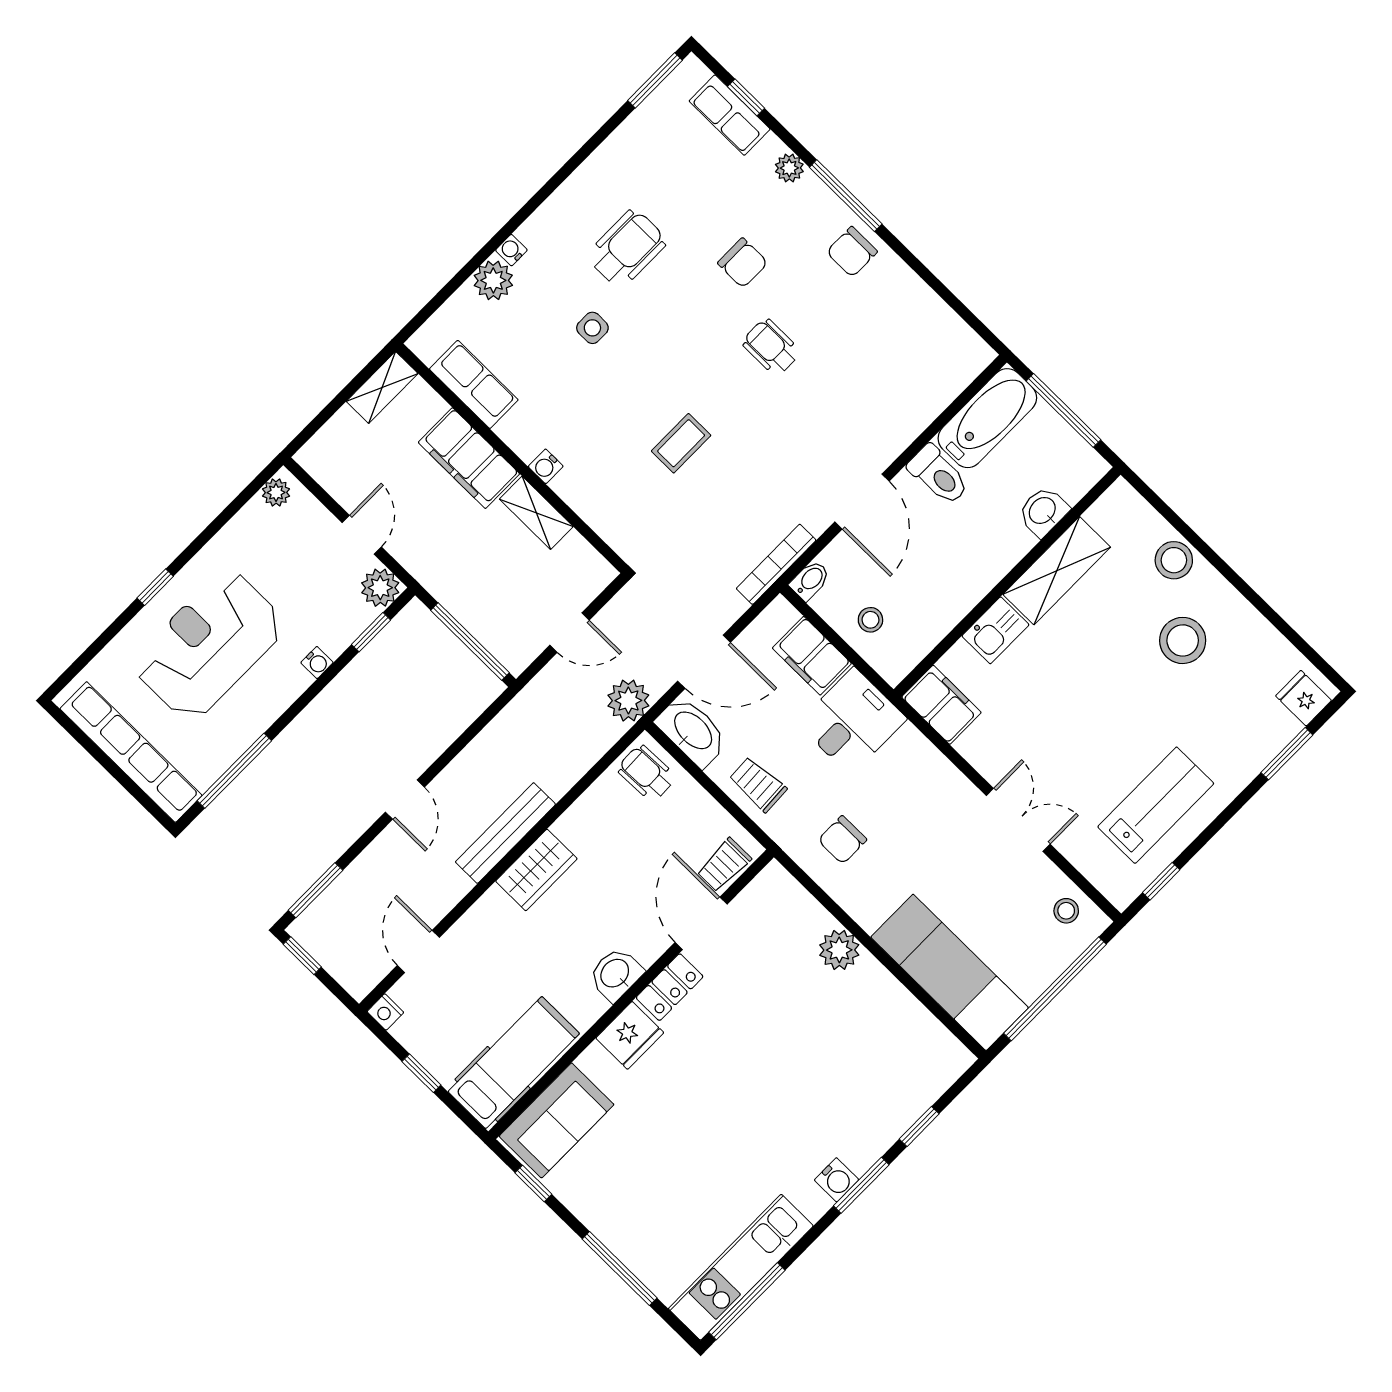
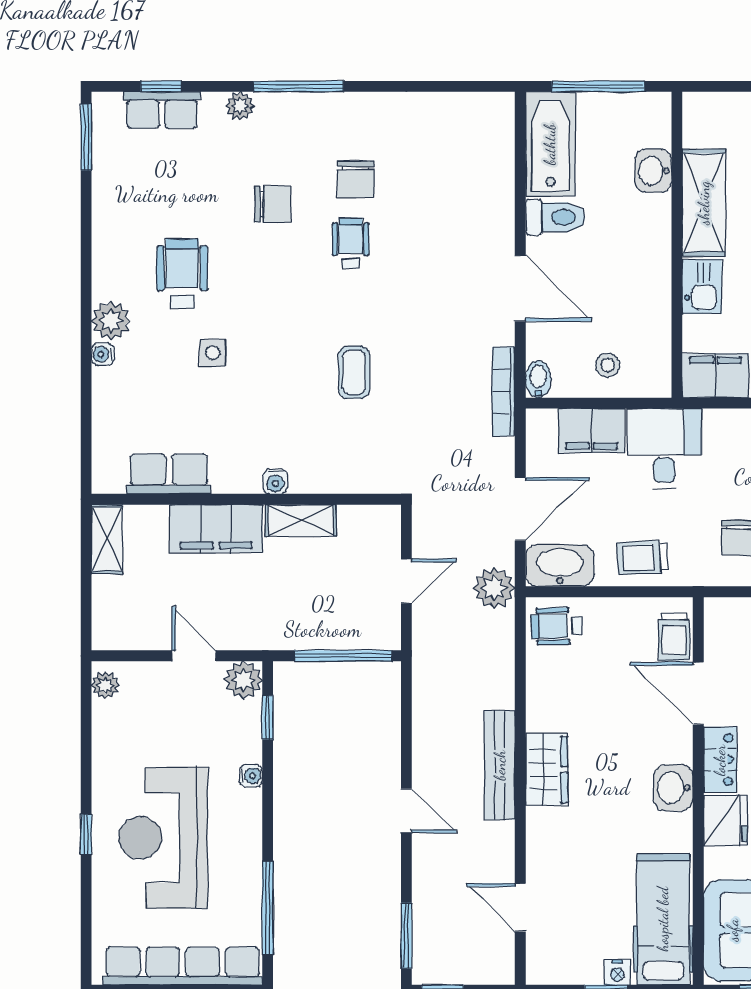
chair: (852, 252) -> (356, 179), moved
plant: (493, 280) -> (111, 321), moved
wheelchair: (771, 347) -> (351, 243), turned 90
nightstand: (385, 1012) -> (617, 972), moved

